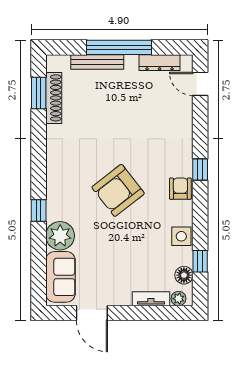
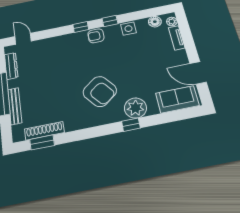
door: (200, 84) -> (23, 39), swing flipped
armchair: (118, 190) -> (100, 91), moved
plant: (60, 236) -> (135, 108), moved
window: (200, 261) -> (110, 21), moved
door: (92, 313) -> (198, 73), swing flipped

